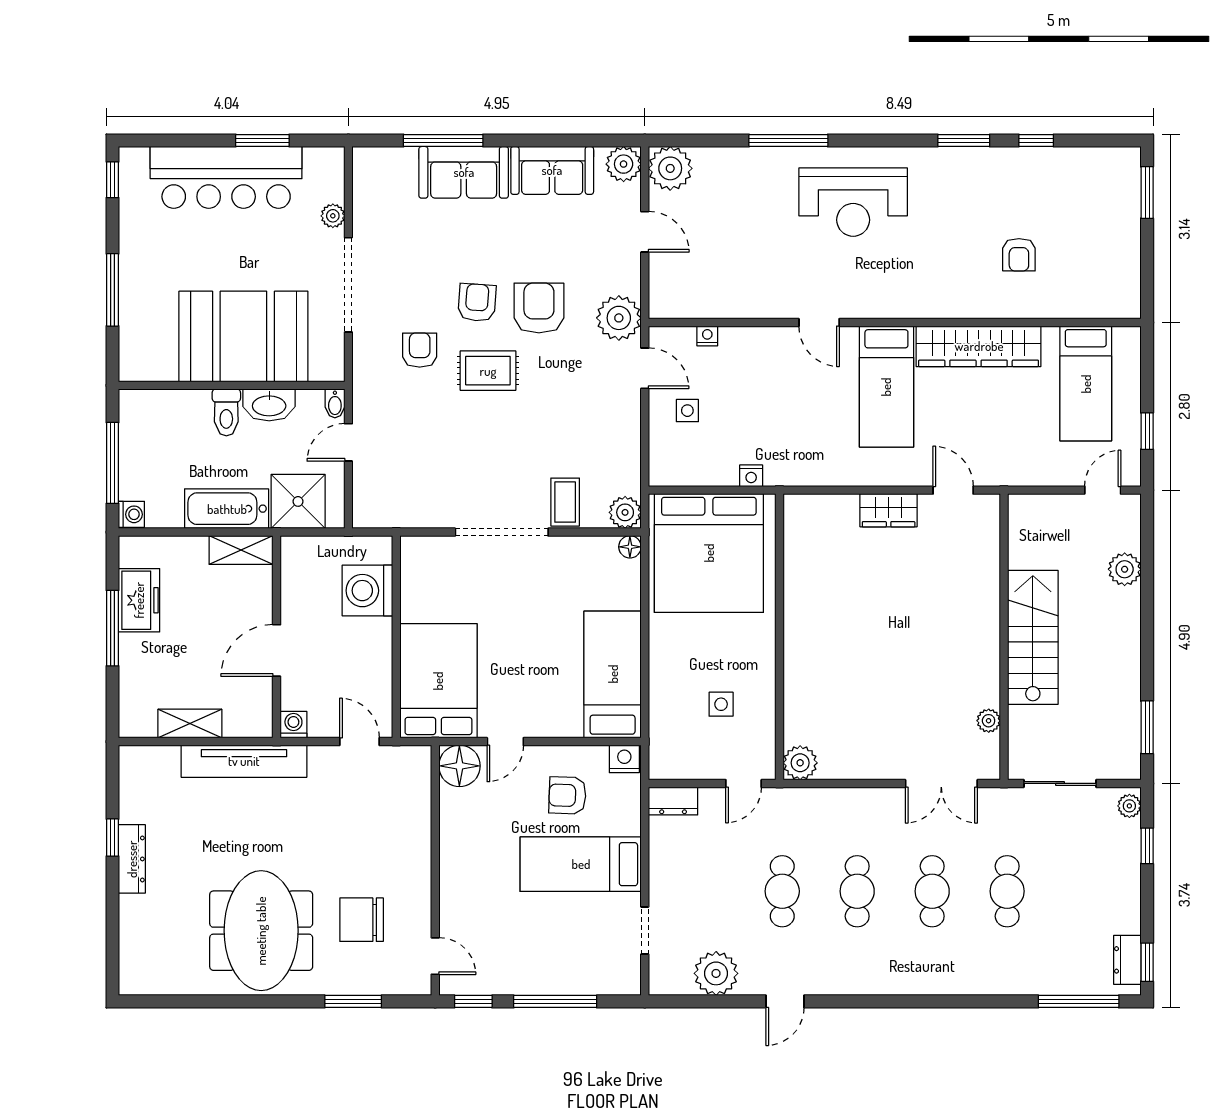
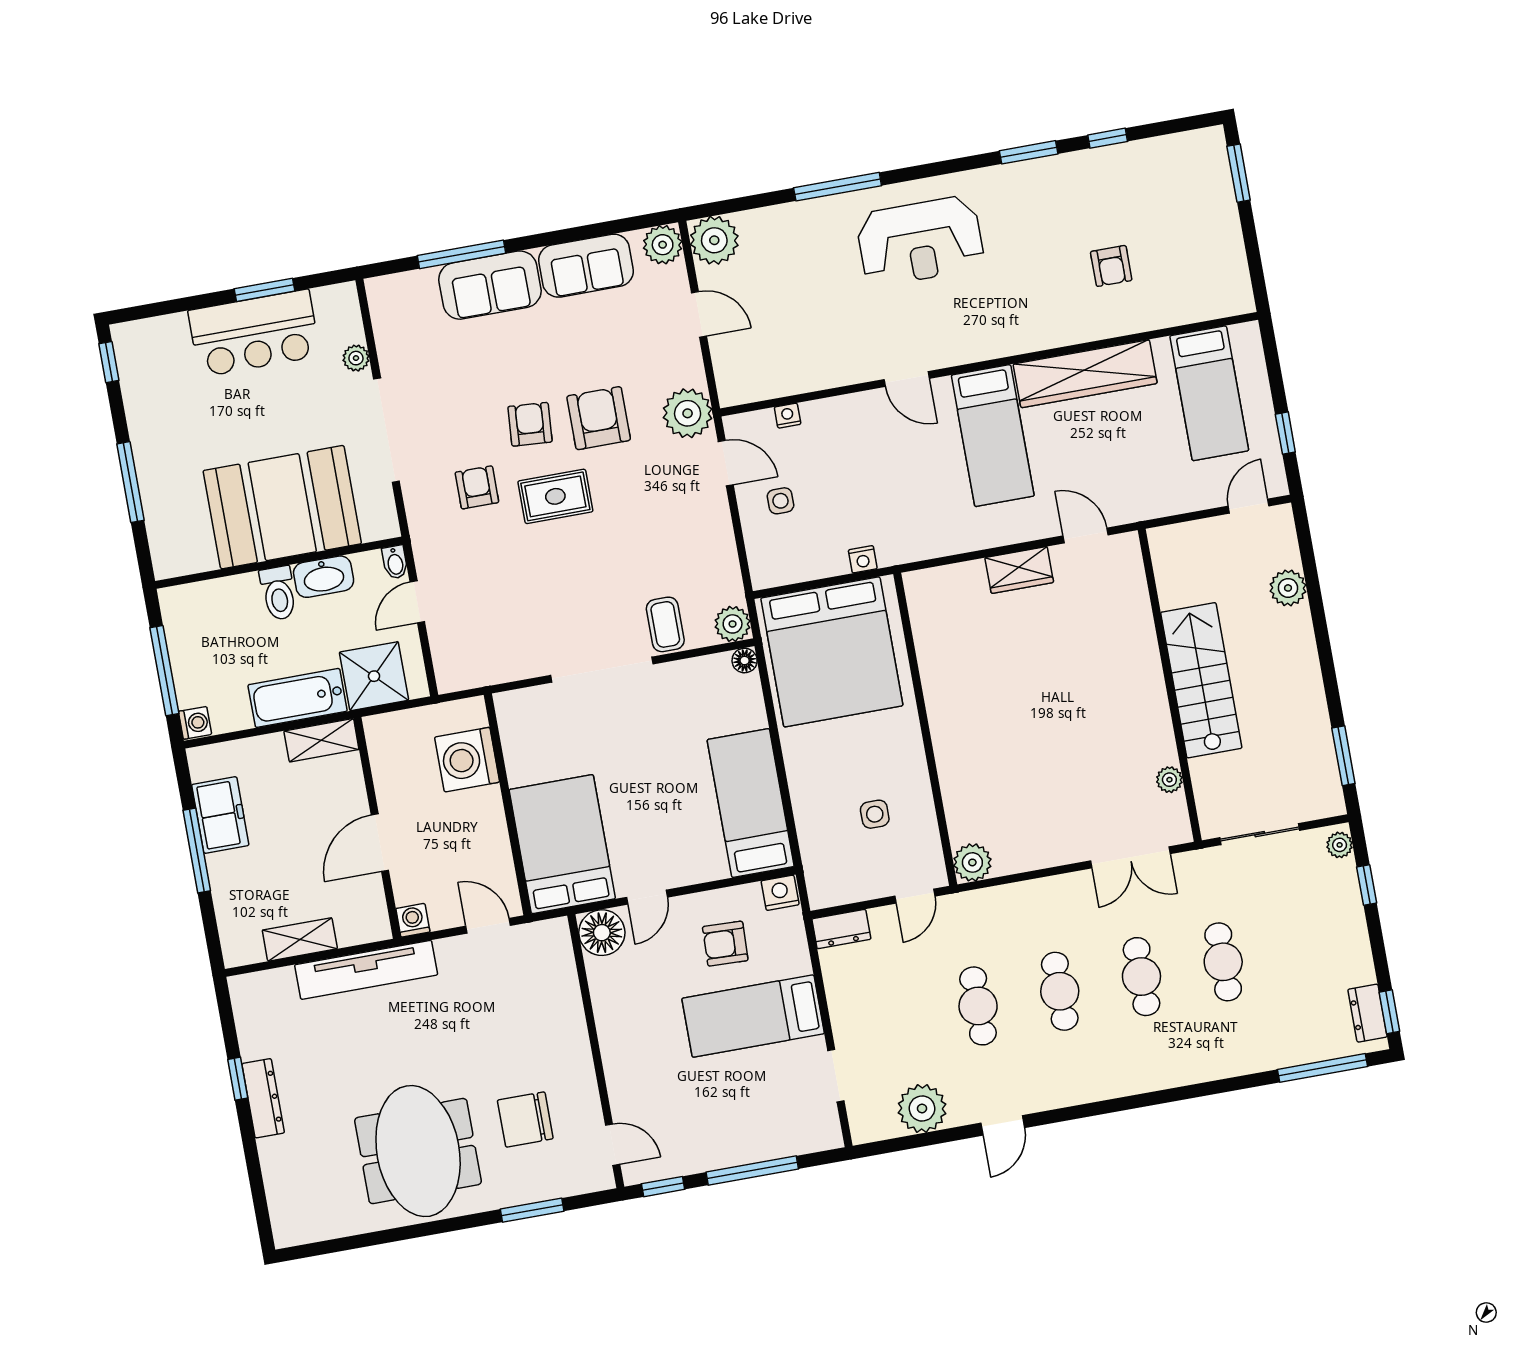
bar counter: (226, 177) -> (254, 333), width x0.73

